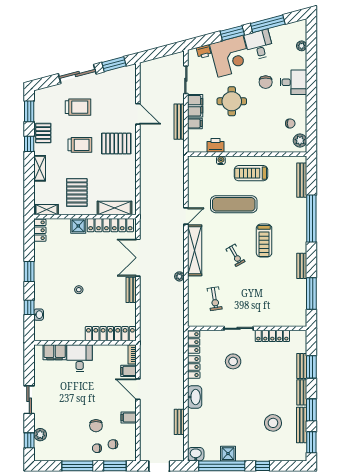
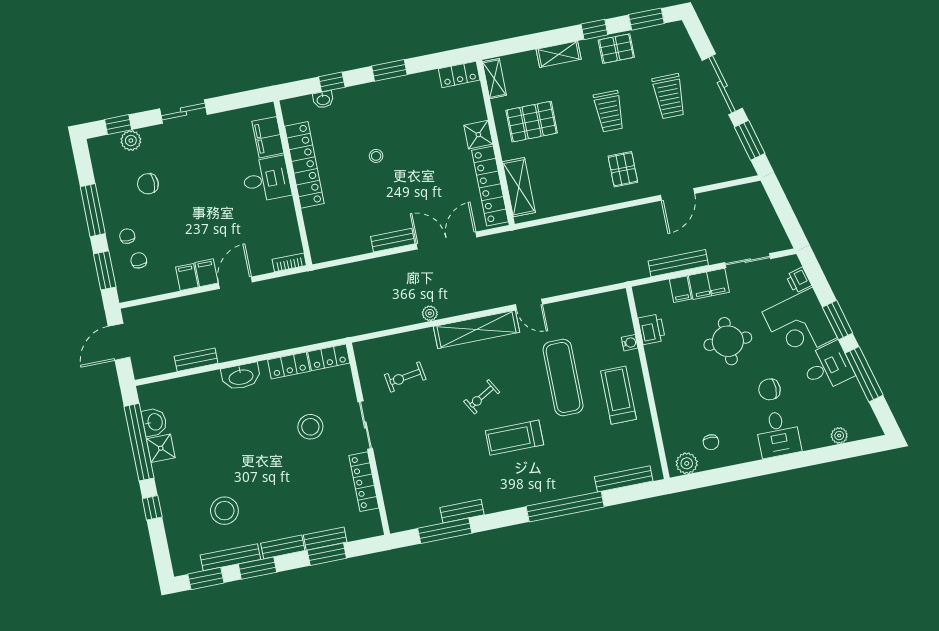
pallet: (116, 144) -> (623, 169), width x0.67, depth x0.71
bench: (302, 266) -> (462, 511), moved
locker: (110, 334) -> (304, 165), moved
filing cabinet: (128, 371) -> (206, 273), moved
chair: (96, 426) -> (148, 184), moved
washbasin: (196, 454) -> (154, 422), moved

